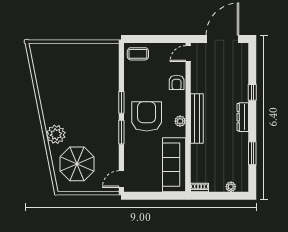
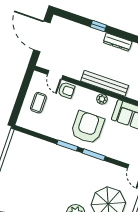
coffee table: (138, 54) -> (38, 103), moved
door: (188, 54) -> (55, 75), moved
armchair: (147, 116) -> (87, 127), turned 90

